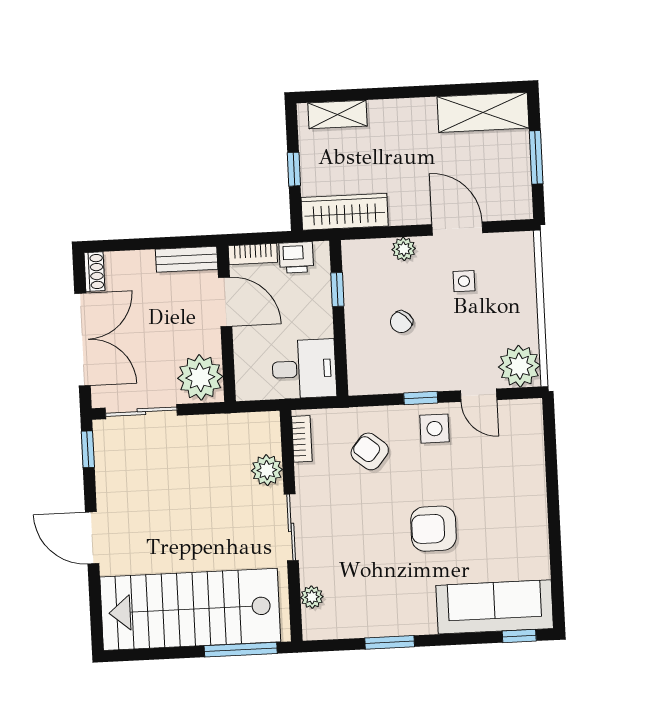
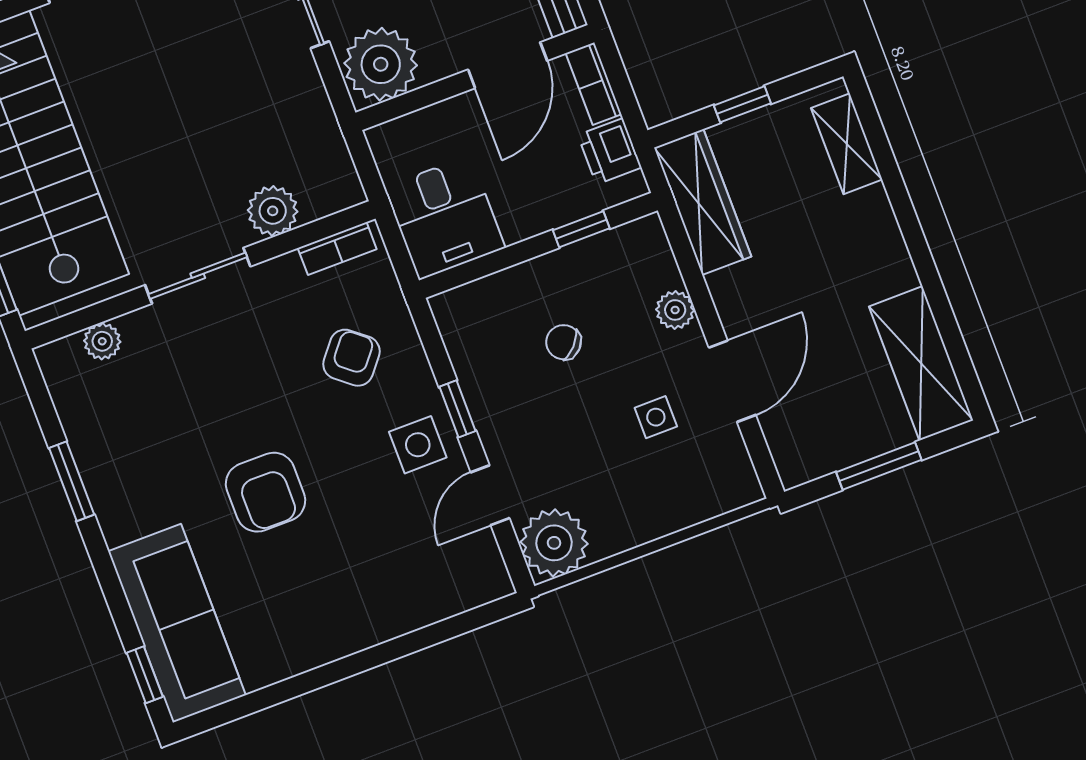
armchair: (433, 529) -> (266, 492), turned 180

